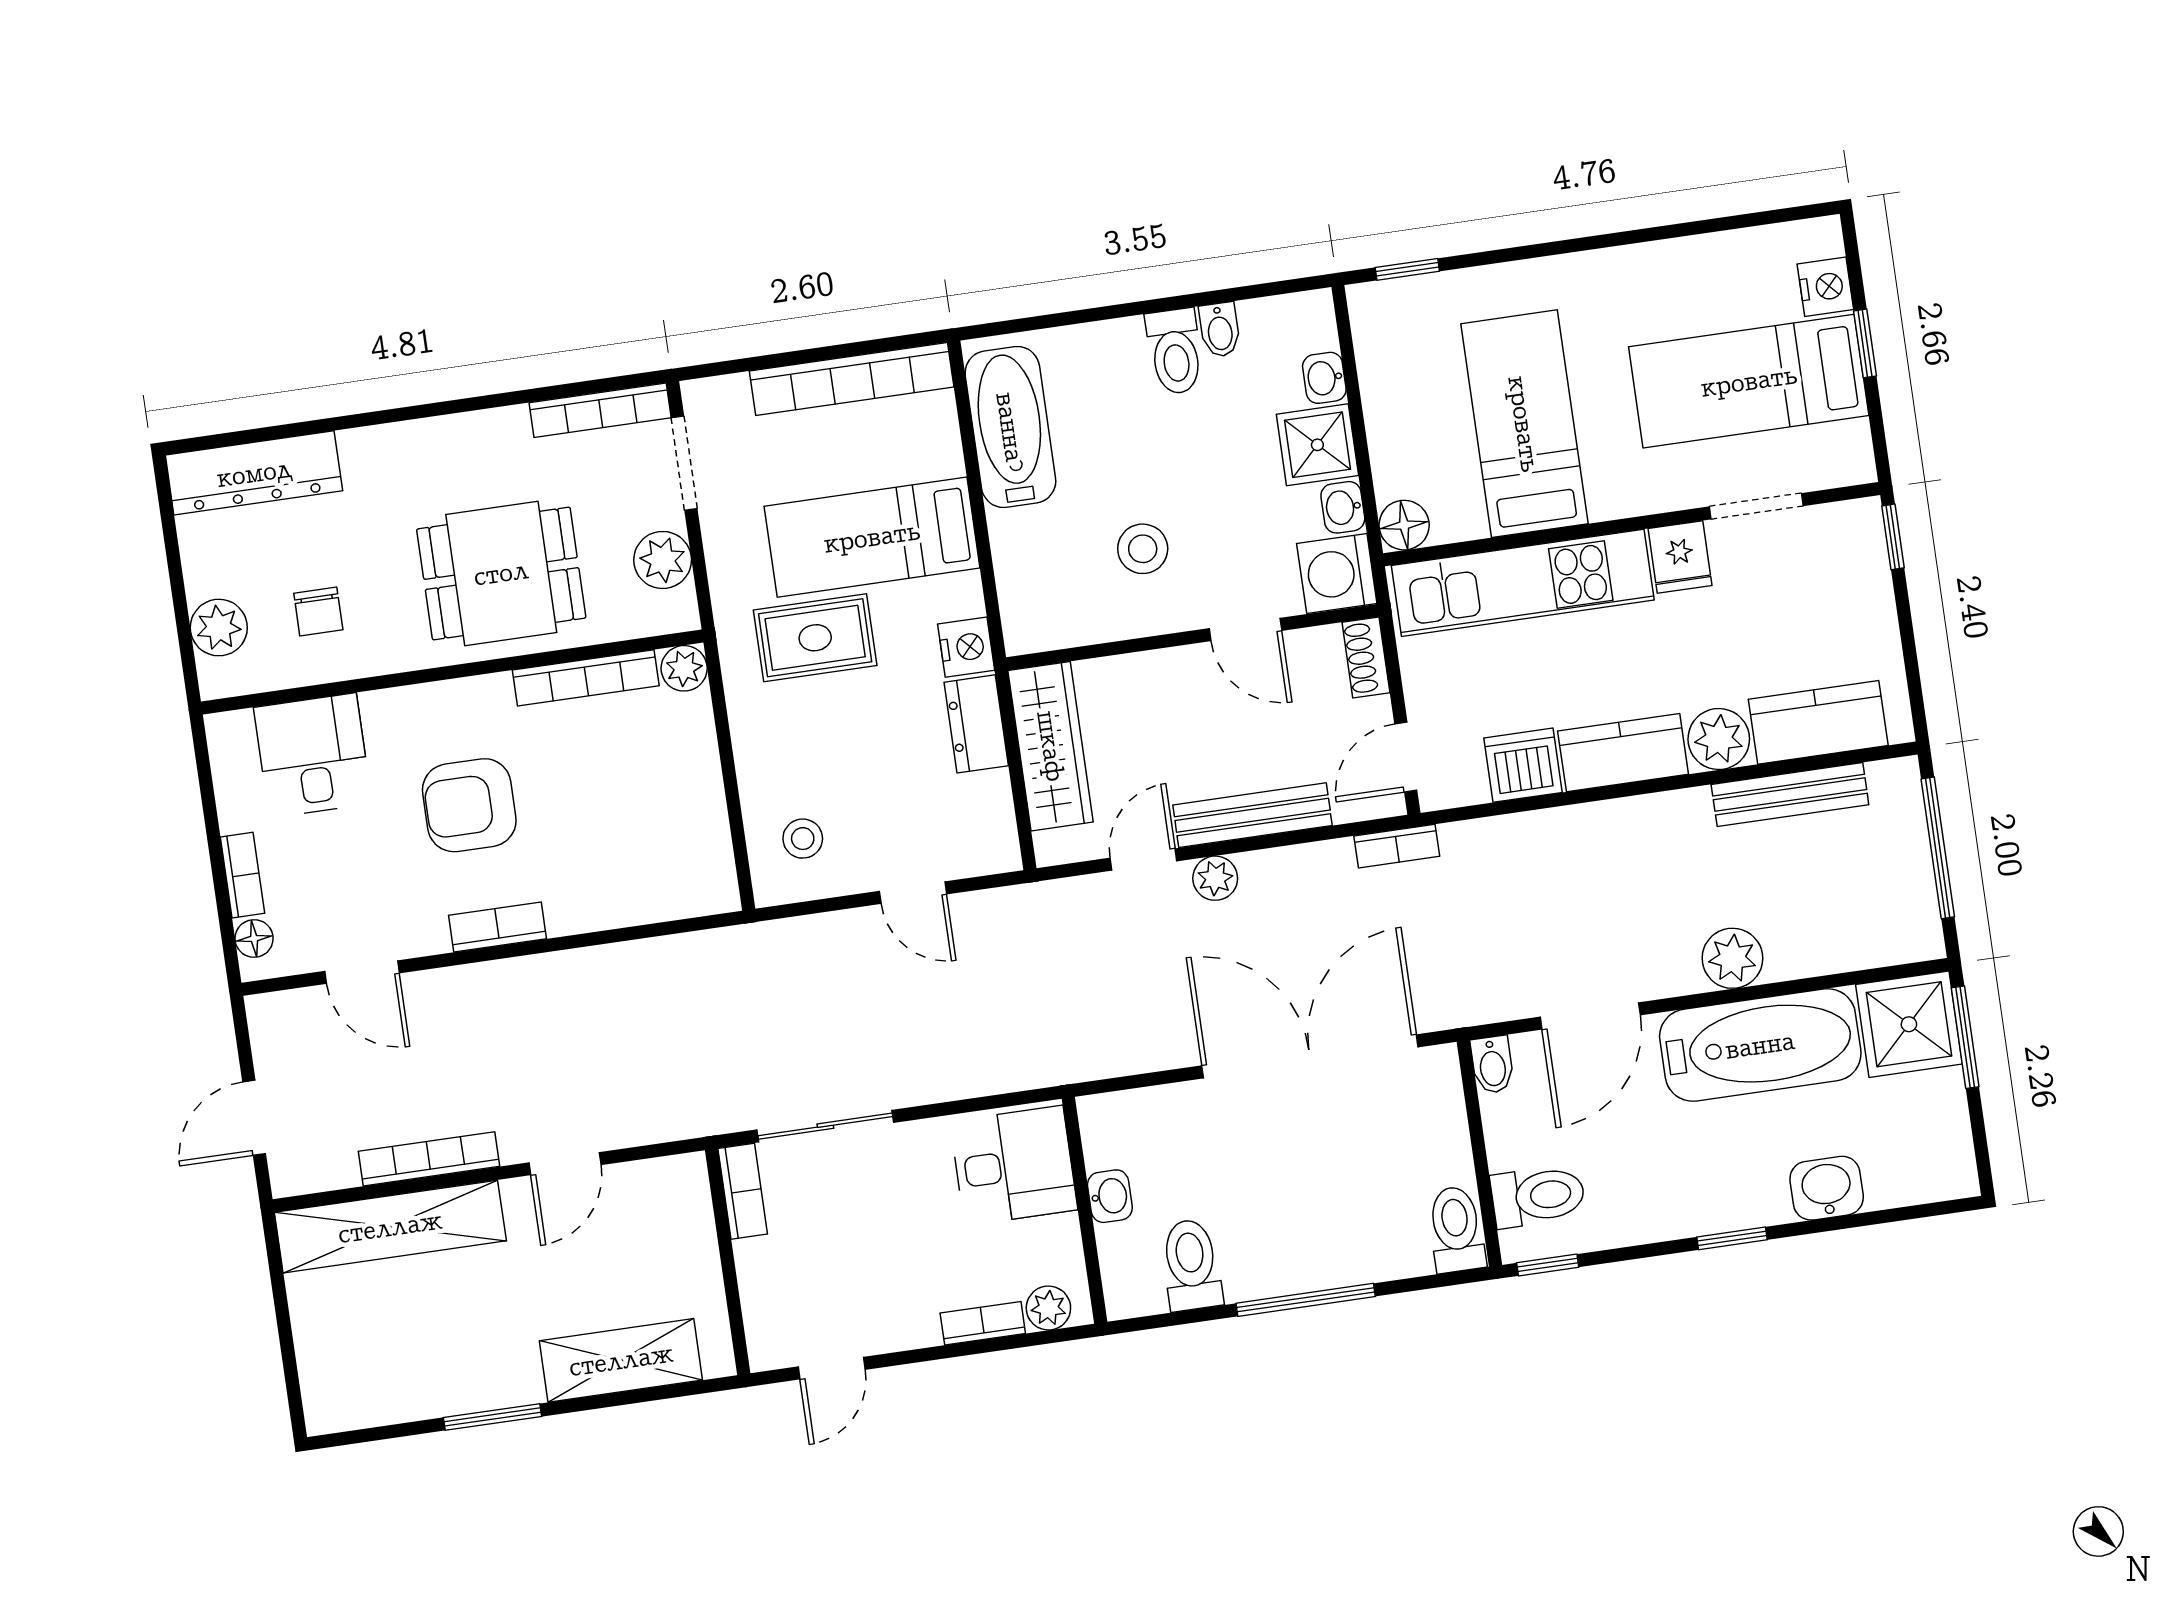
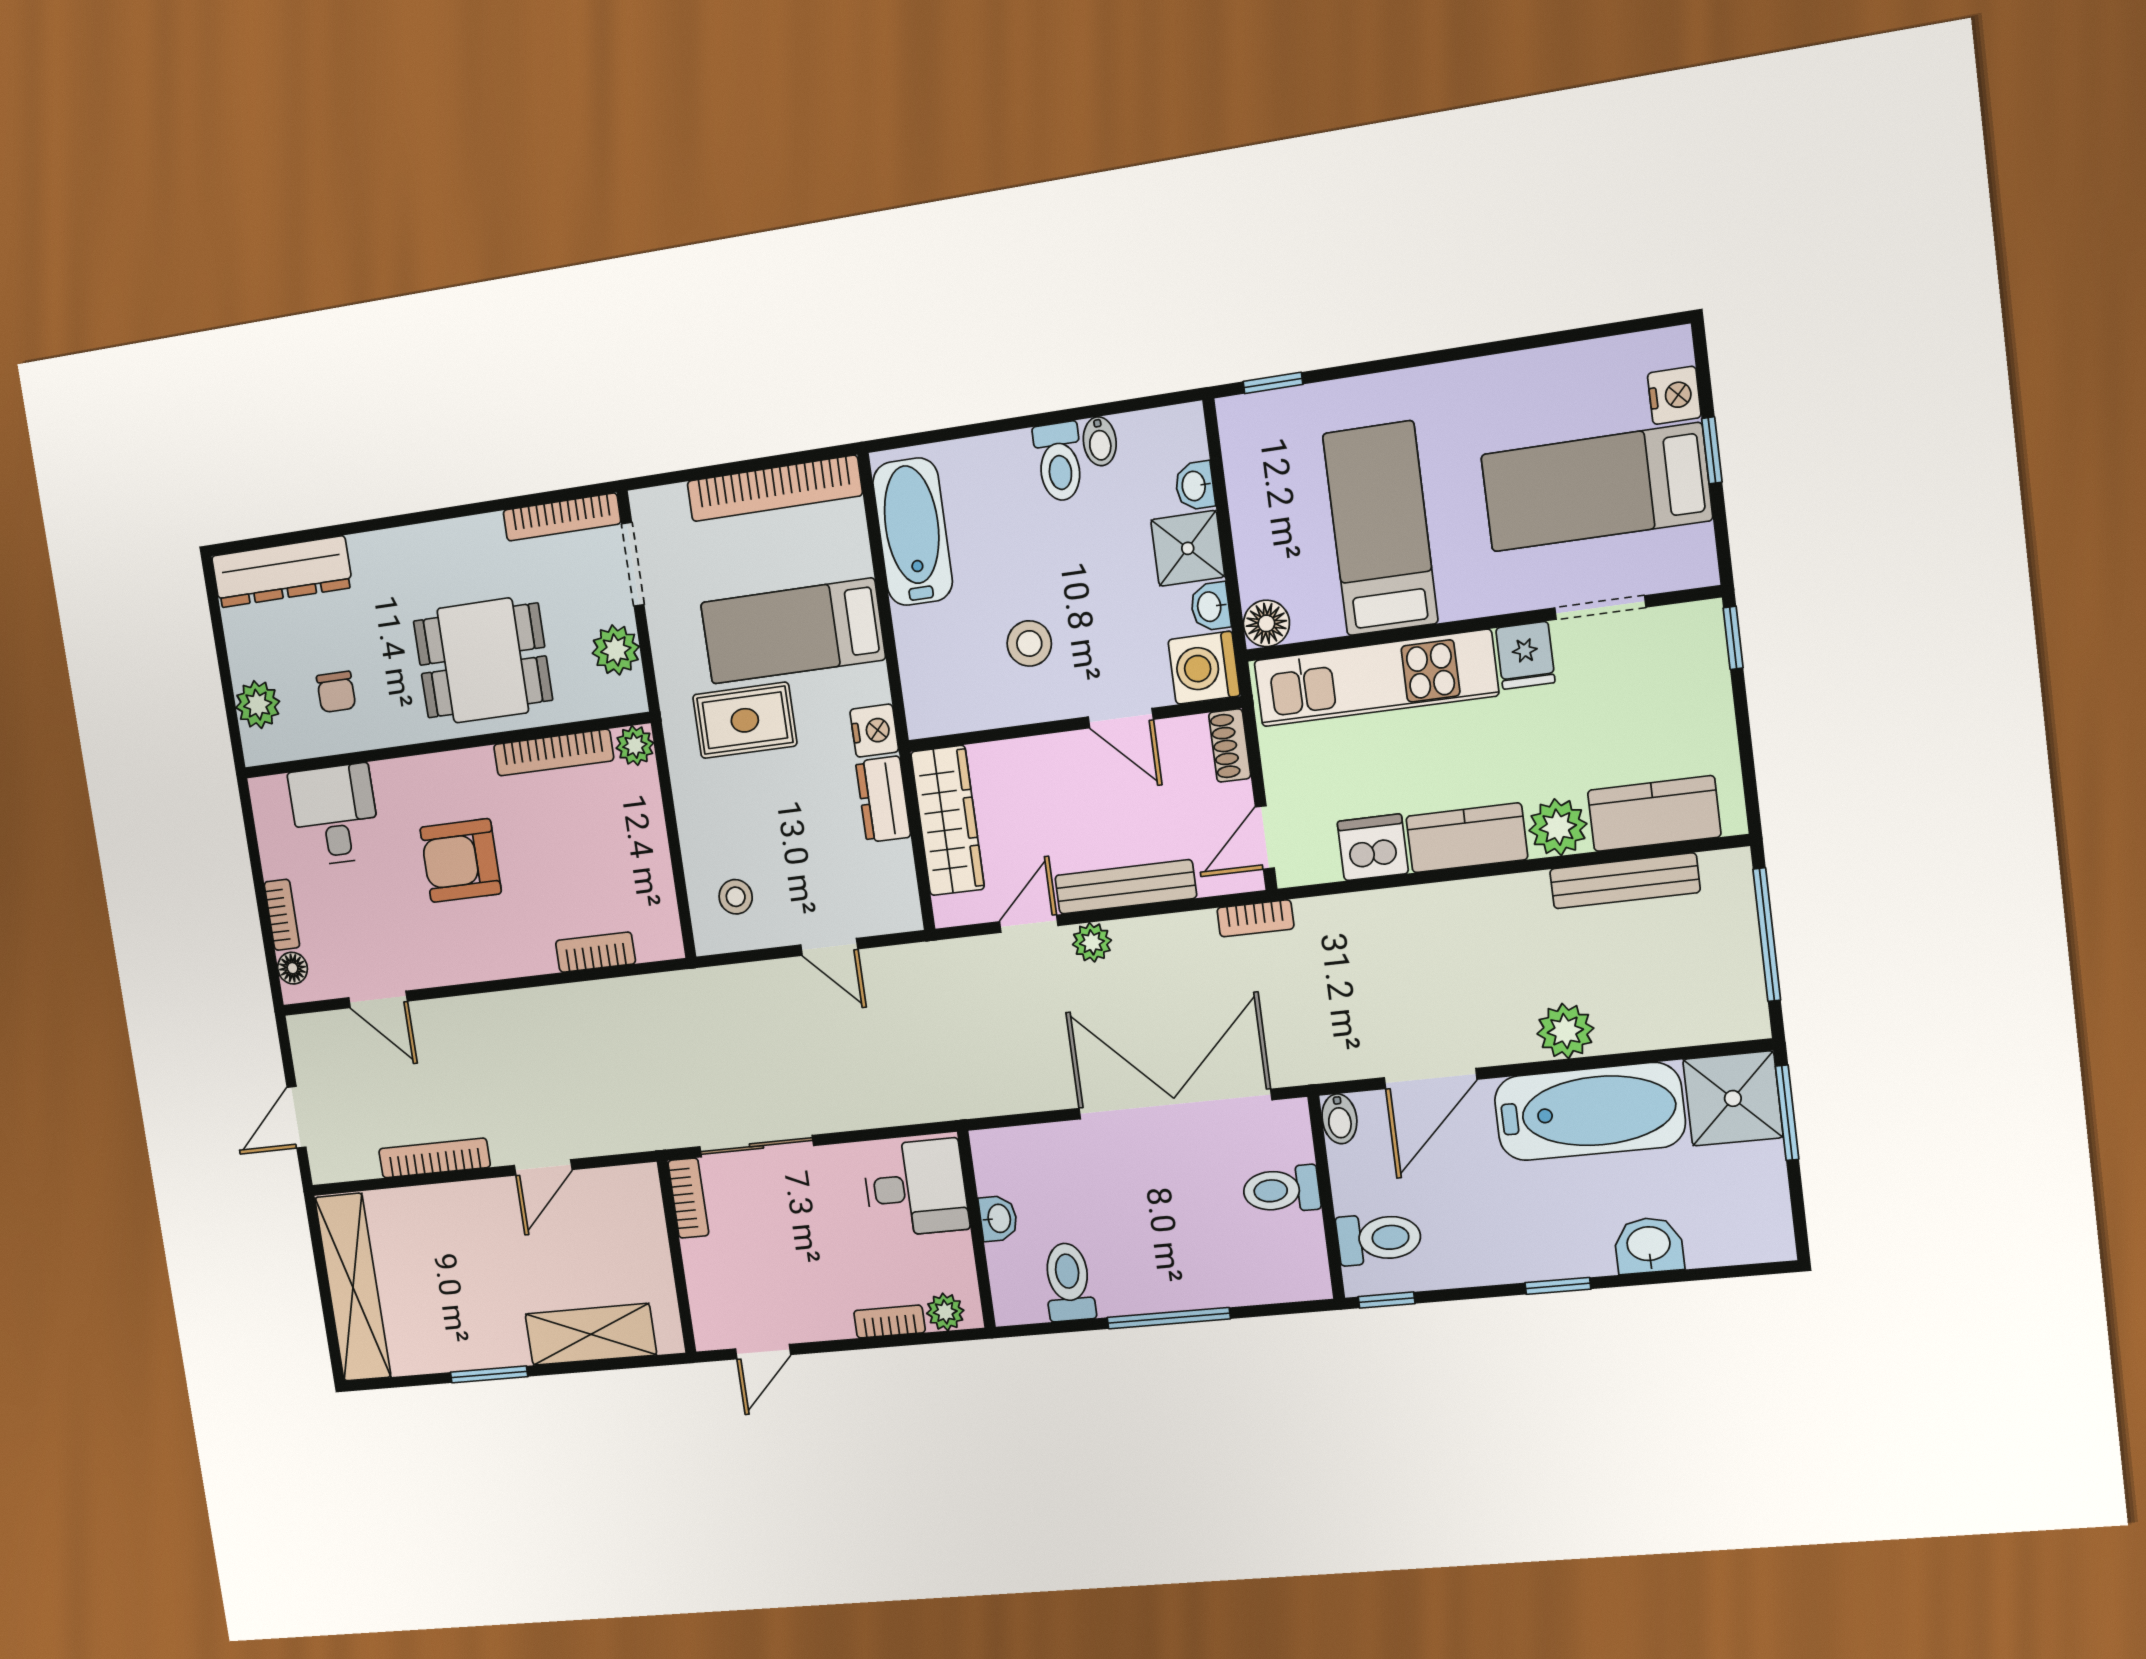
bookcase: (497, 927) -> (595, 952), moved
shelving: (390, 1227) -> (353, 1287), moved, turned 90
toilet: (1456, 1229) -> (1281, 1190), moved, turned -90

